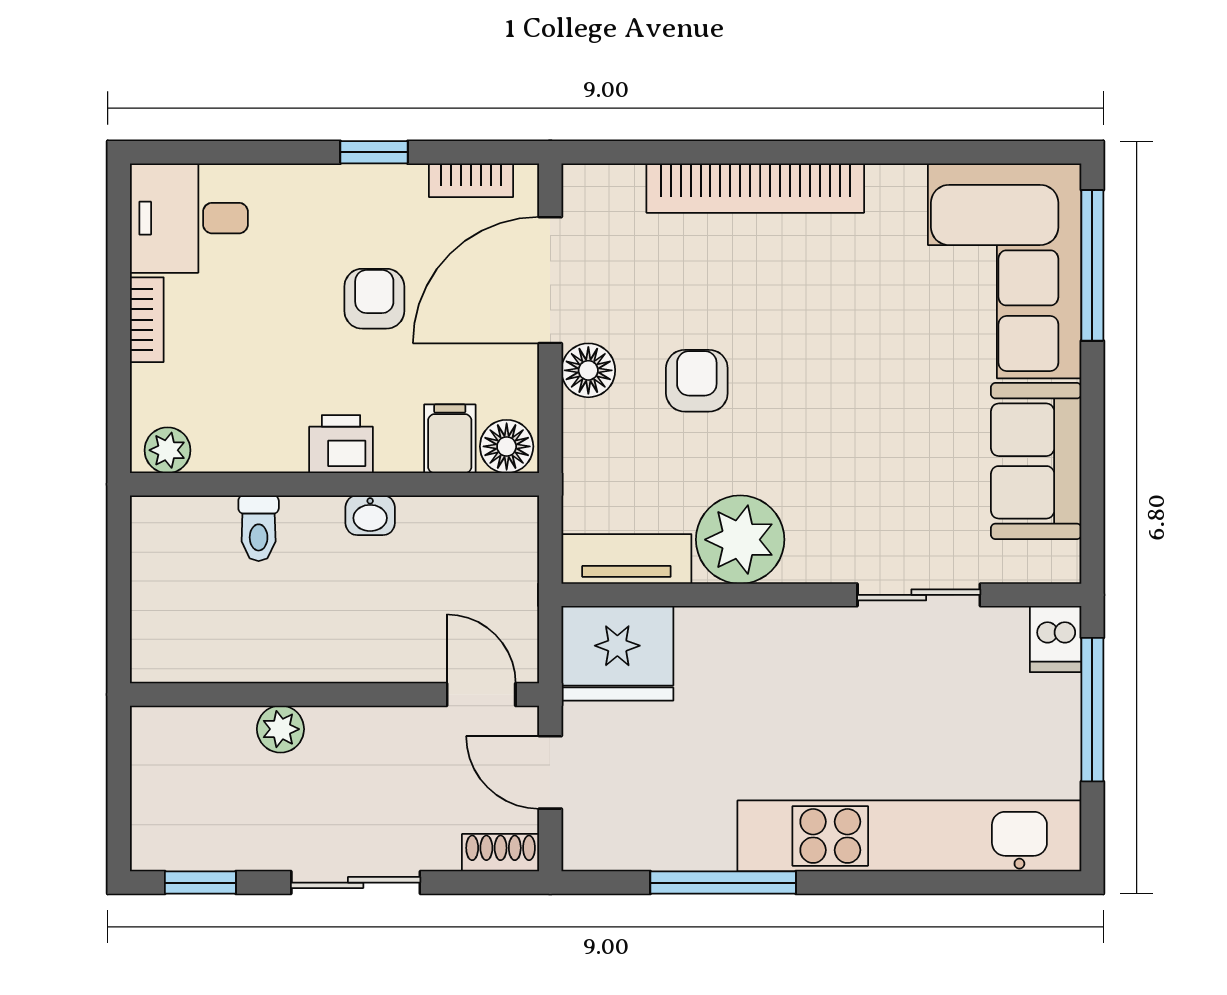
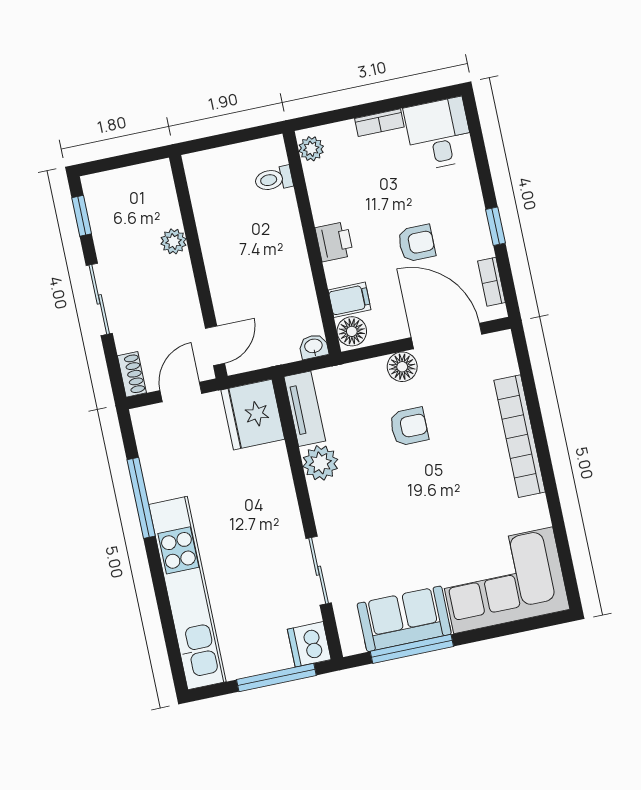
window: (1092, 265) -> (412, 649), moved
washbasin: (370, 515) -> (314, 347), moved, turned 90
toilet: (259, 528) -> (274, 179), moved
plant: (740, 540) -> (320, 463), width x0.73, depth x0.73
dishwasher: (1056, 639) -> (309, 644), width x1.38

